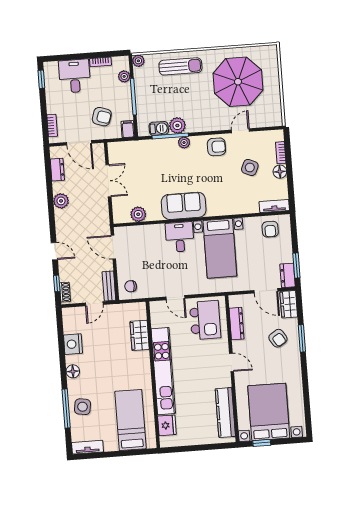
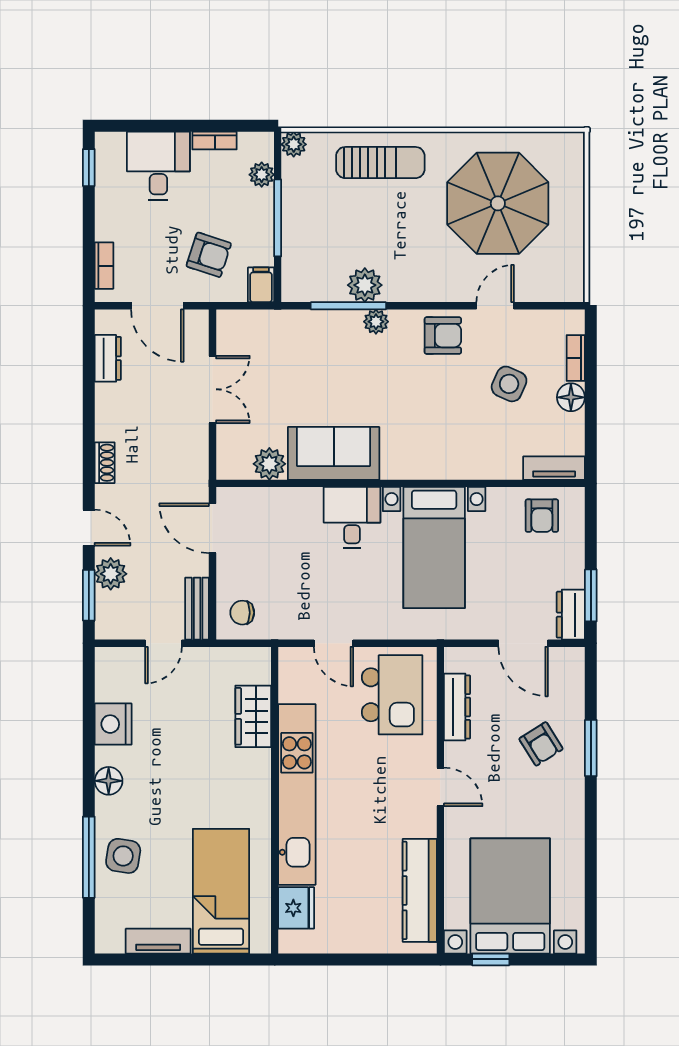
barbecue: (159, 128) -> (325, 288), removed
plant: (61, 201) -> (111, 574), moved
sofa: (184, 206) -> (334, 453), moved
window: (57, 283) -> (89, 595), width x1.50
shoe rack: (65, 292) -> (105, 463), moved
wardrobe: (289, 304) -> (569, 675), removed
tv unit: (87, 447) -> (158, 941), moved

